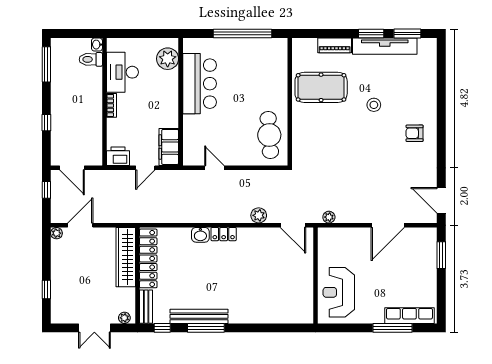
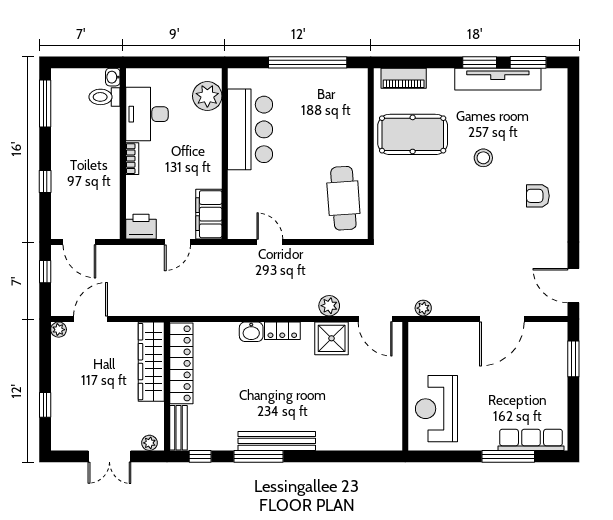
piano: (335, 45) -> (404, 78), moved
shower: (260, 240) -> (332, 338), added
bench: (199, 316) -> (277, 441), moved

